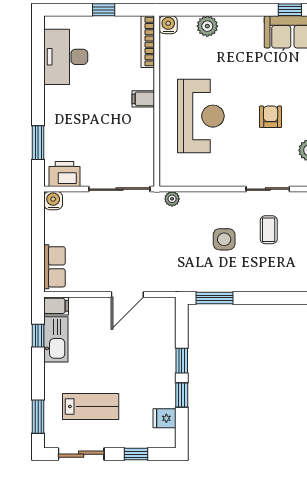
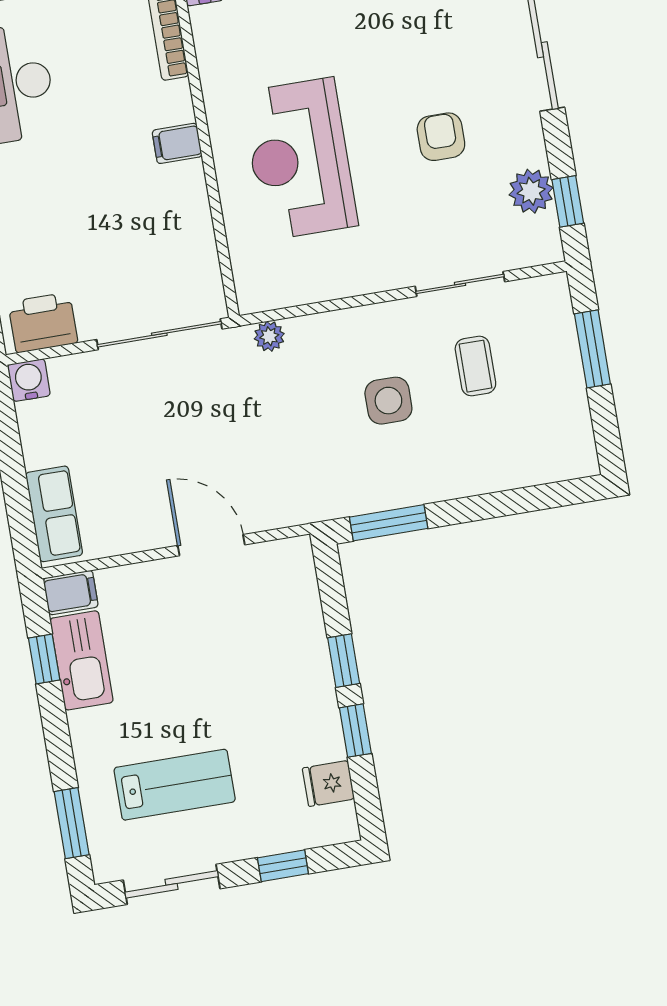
reception desk: (201, 116) -> (300, 159), turned 180
door: (127, 294) -> (211, 545), swing flipped

